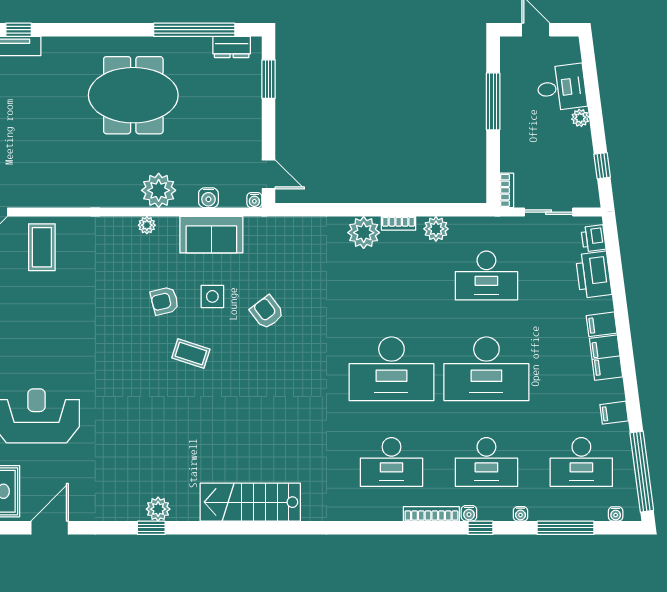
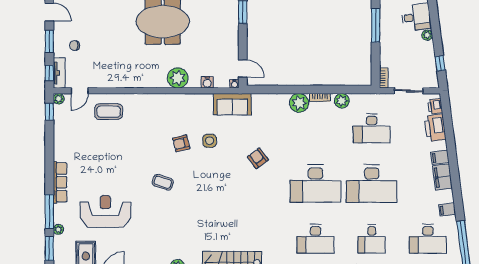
plant: (147, 225) -> (171, 99), removed
sofa: (211, 235) -> (232, 104), moved
coffee table: (42, 247) -> (109, 112), turned 90
armchair: (267, 312) -> (258, 158), moved
coffee table: (191, 354) -> (163, 182), moved
desk: (486, 462) -> (372, 239), width x0.73

